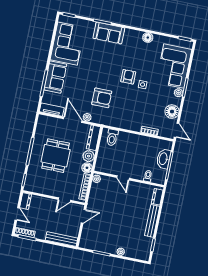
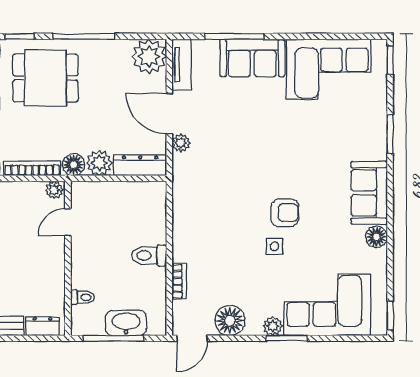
sofa: (109, 33) -> (369, 193), moved
armchair: (102, 98) -> (228, 166), removed
door: (73, 120) -> (169, 114), swing flipped
plant: (45, 124) -> (149, 57), added
toilet: (112, 137) -> (149, 255), moved
dining table: (56, 156) -> (45, 78), moved
door: (123, 178) -> (68, 222), moved

